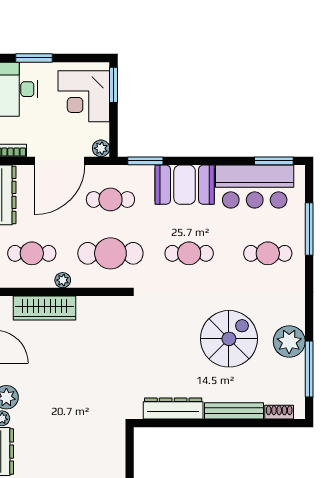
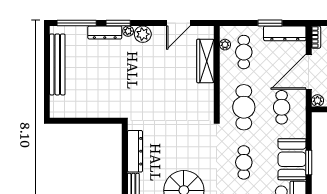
door: (60, 161) -> (309, 72), hinge flipped
window: (145, 161) -> (309, 162), moved
plant: (63, 280) -> (225, 45), moved

